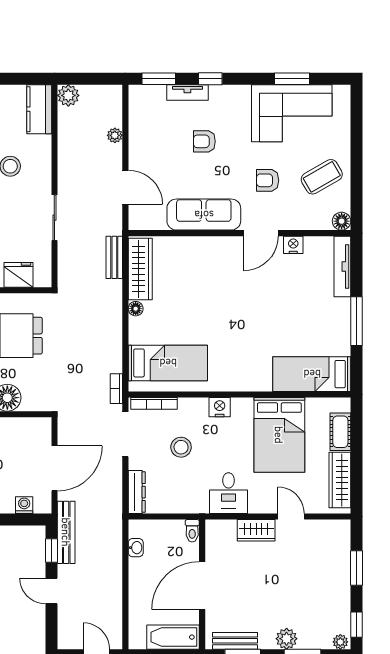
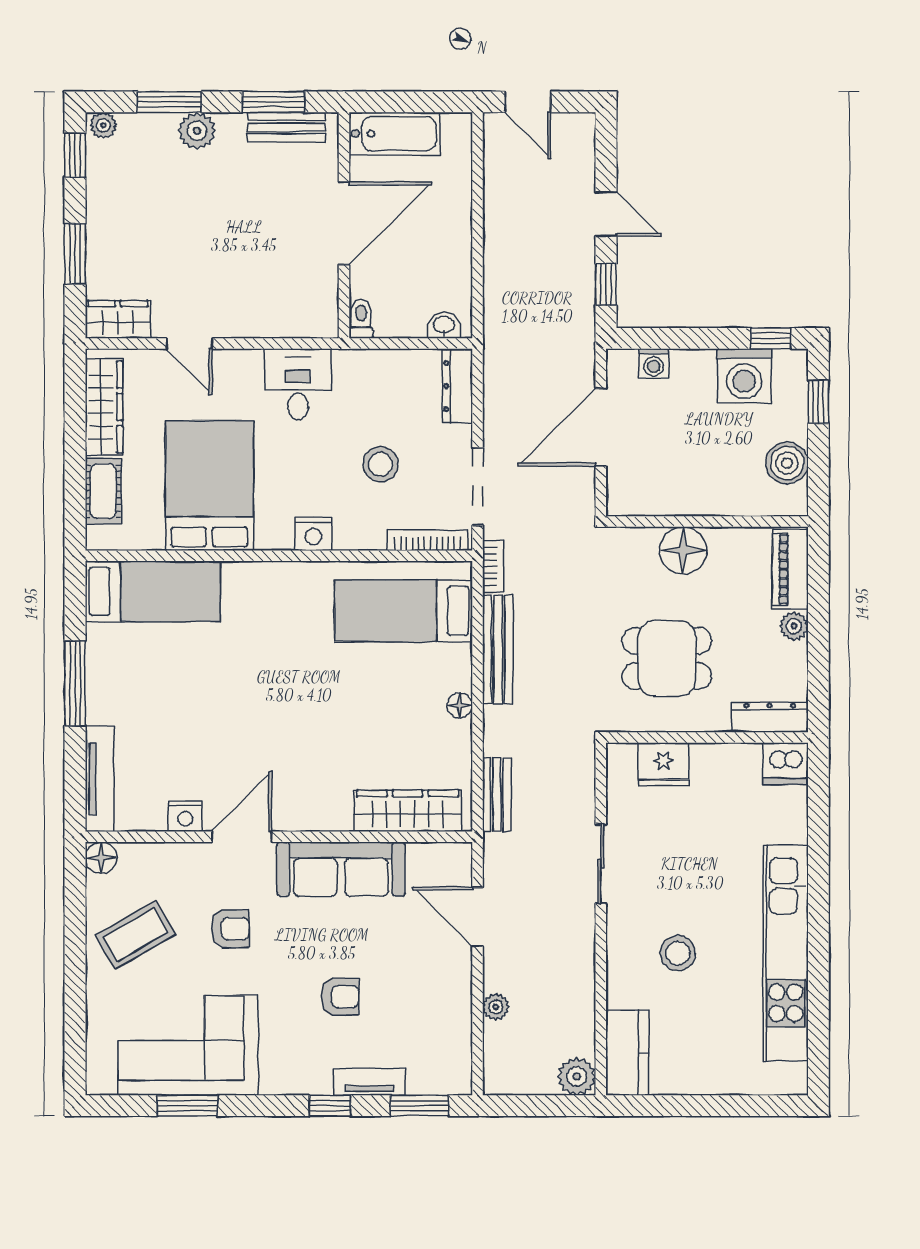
wardrobe: (140, 269) -> (408, 811), moved, turned 90
wardrobe: (256, 530) -> (118, 319), moved
bench: (66, 532) -> (498, 650), moved
washbasin: (136, 548) -> (444, 325), moved, turned 90

